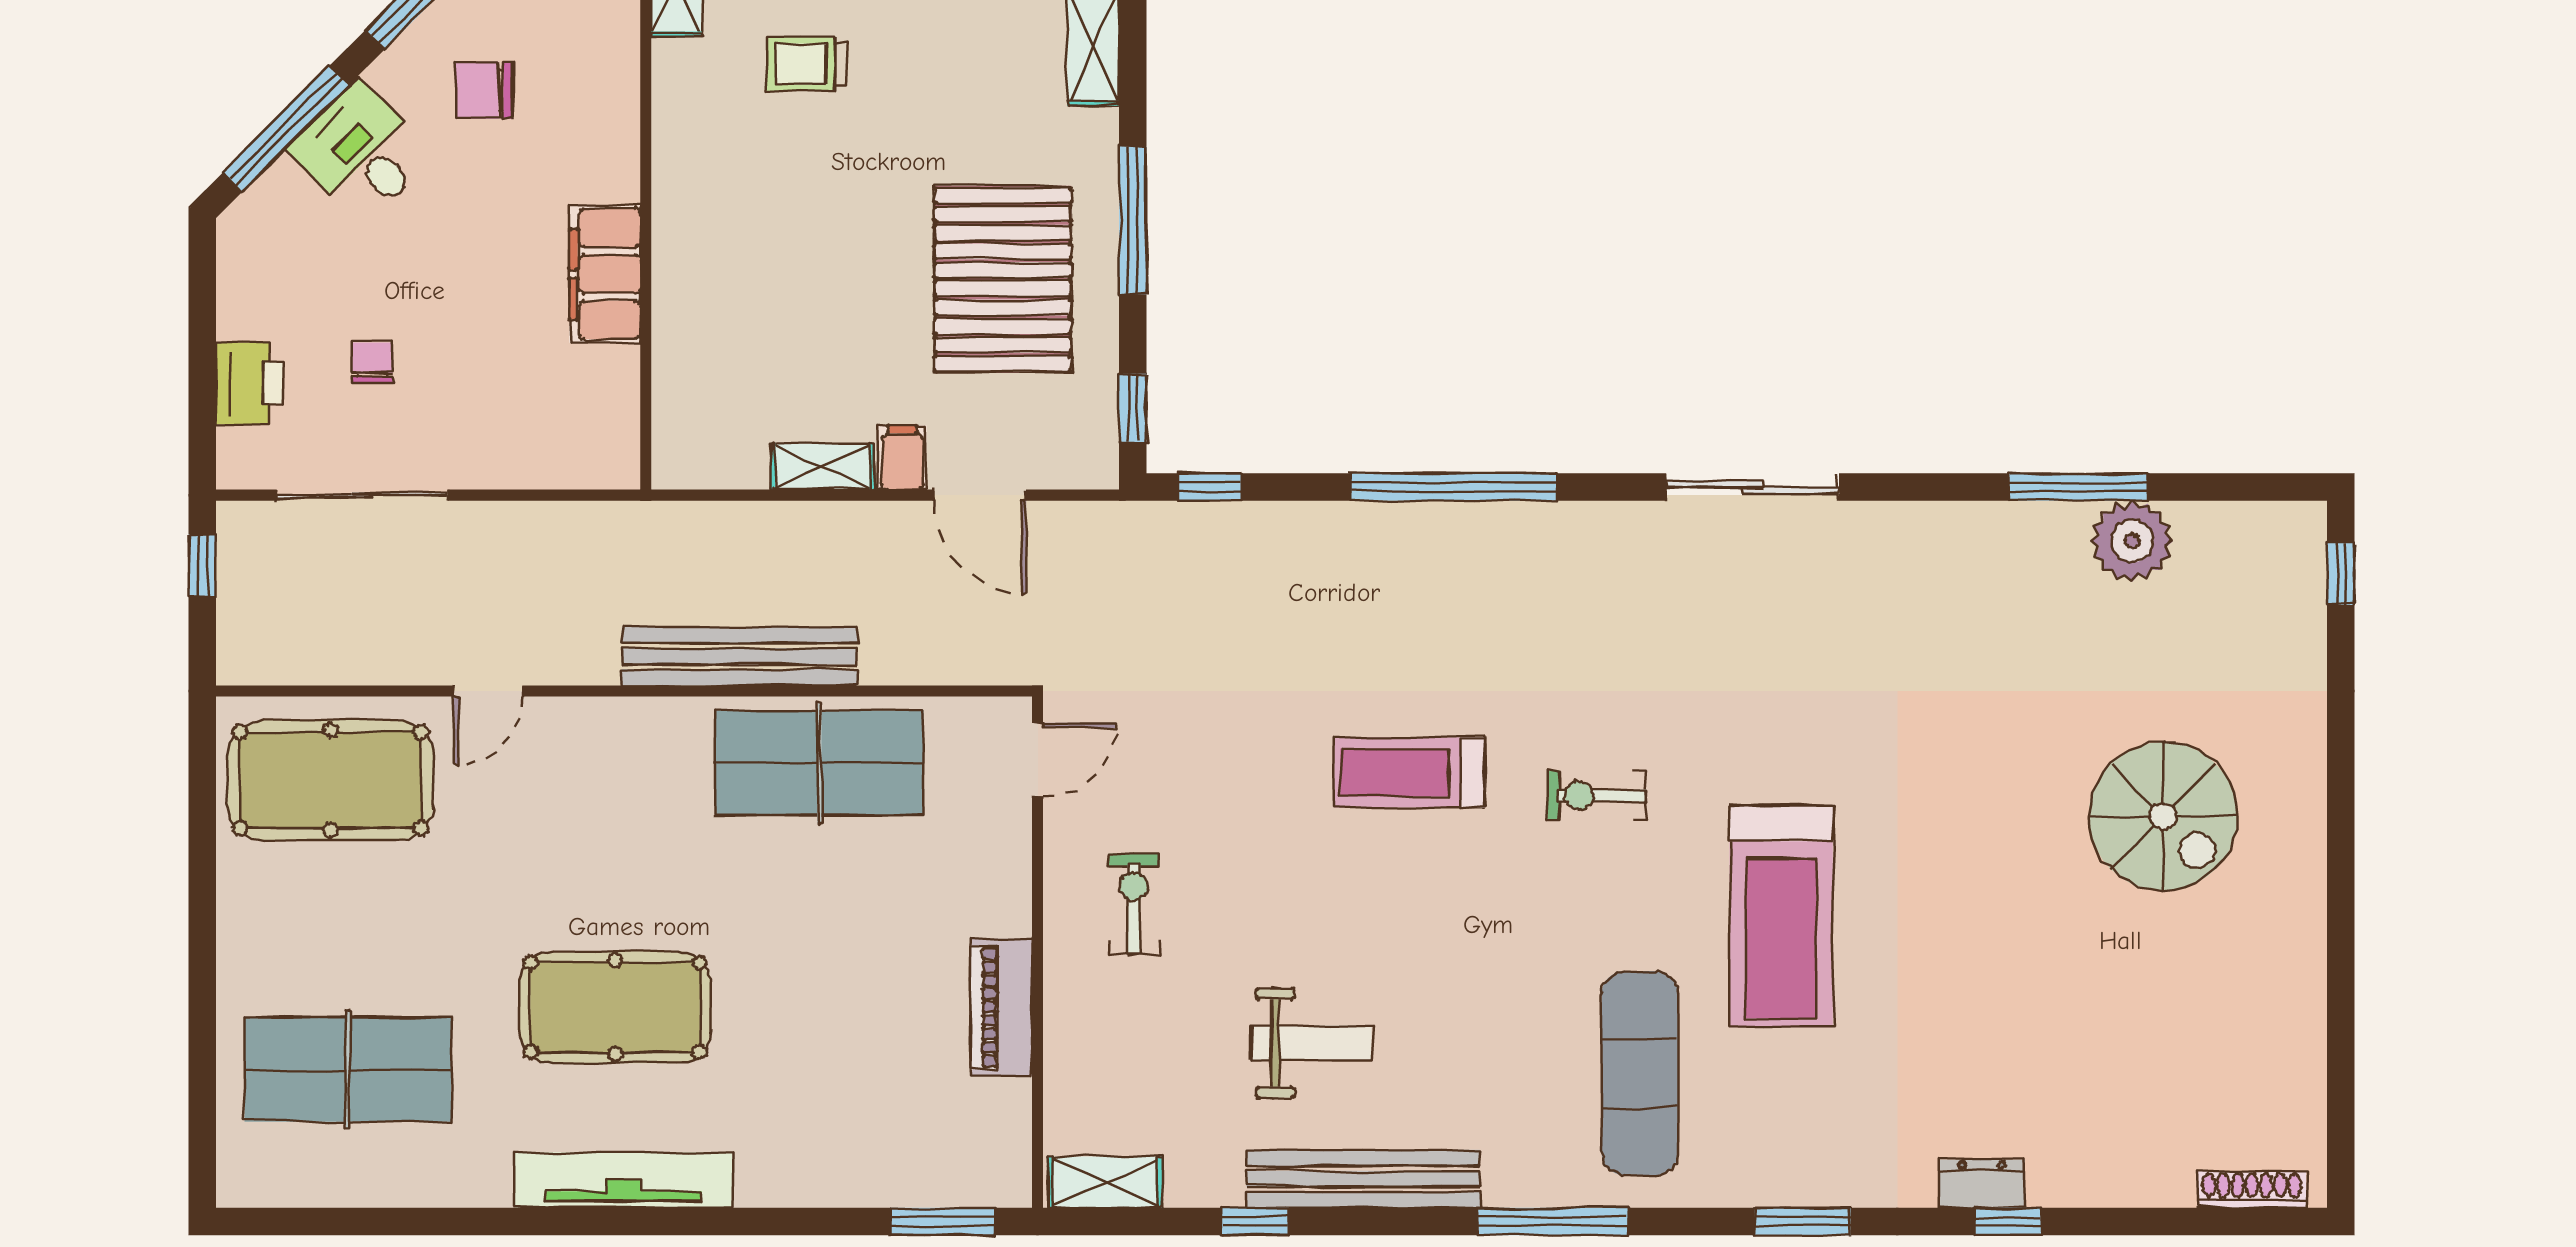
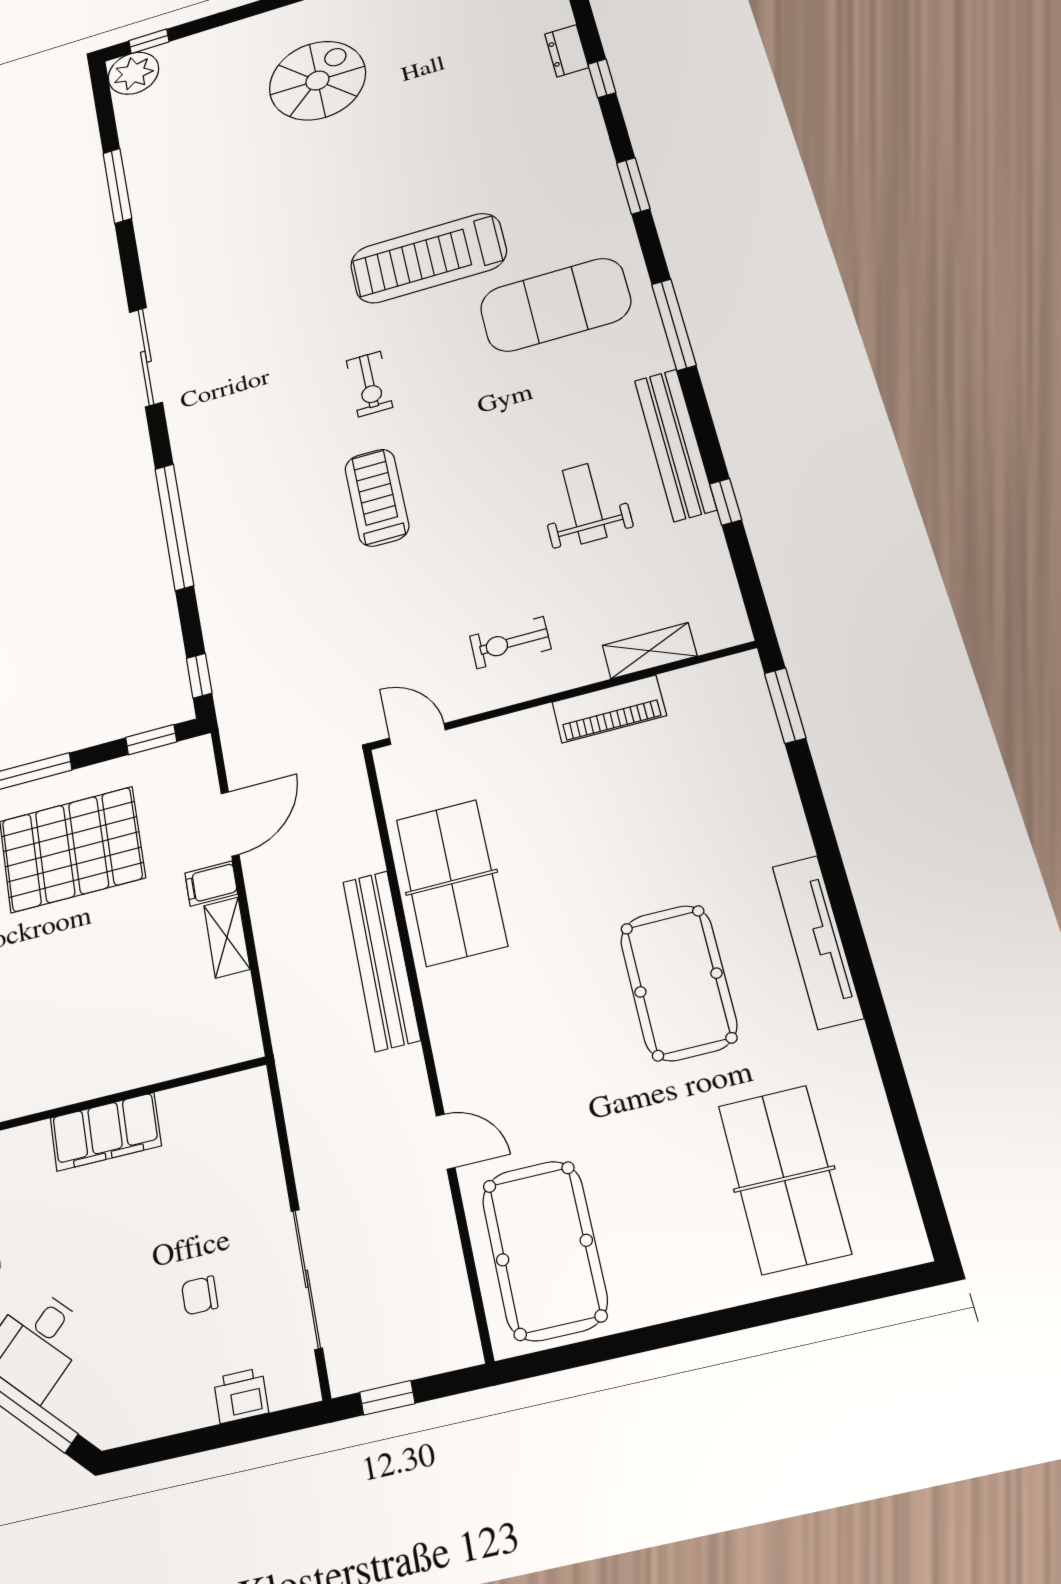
printer: (250, 384) -> (241, 1395), width x0.73, depth x0.81
plant: (2132, 541) -> (133, 73), moved
treadmill: (1410, 772) -> (377, 498), turned 180
treadmill: (1781, 916) -> (428, 258), turned 180
exercise mat: (1640, 1073) -> (555, 305), width x1.47
shelving: (1105, 1182) -> (650, 651), moved, turned 90
dresser: (1982, 1184) -> (567, 51), moved

